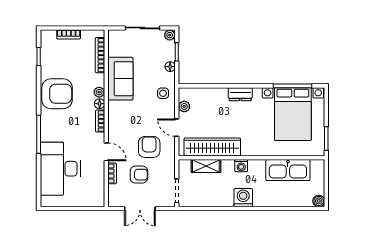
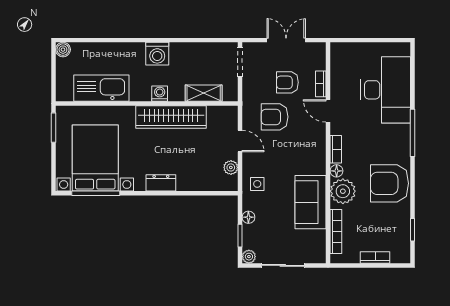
plant: (99, 92) -> (343, 191), width x1.87, depth x1.87
armchair: (149, 147) -> (275, 117), turned 90
wardrobe: (212, 147) -> (171, 117), moved

